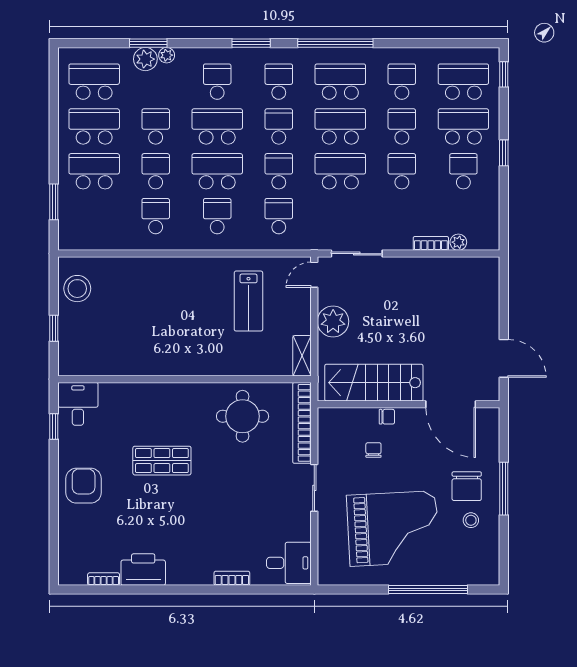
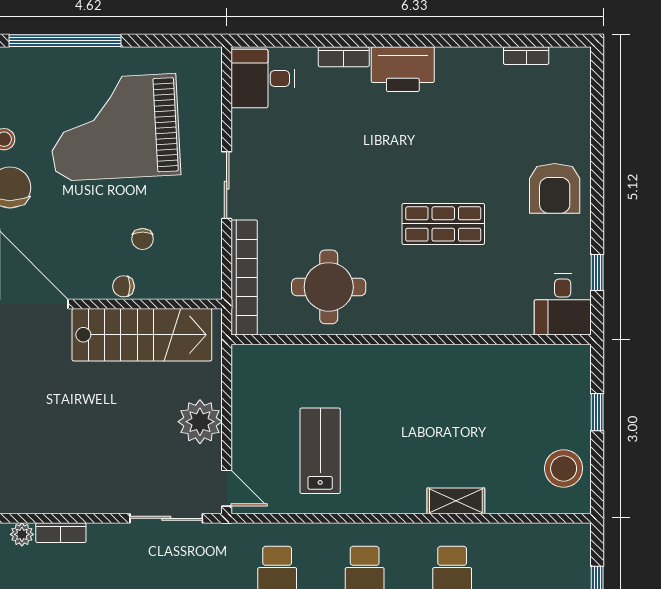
door: (314, 275) -> (227, 488), hinge flipped
shelving: (302, 356) -> (456, 501), moved, turned 90
printer: (143, 570) -> (403, 69), moved

